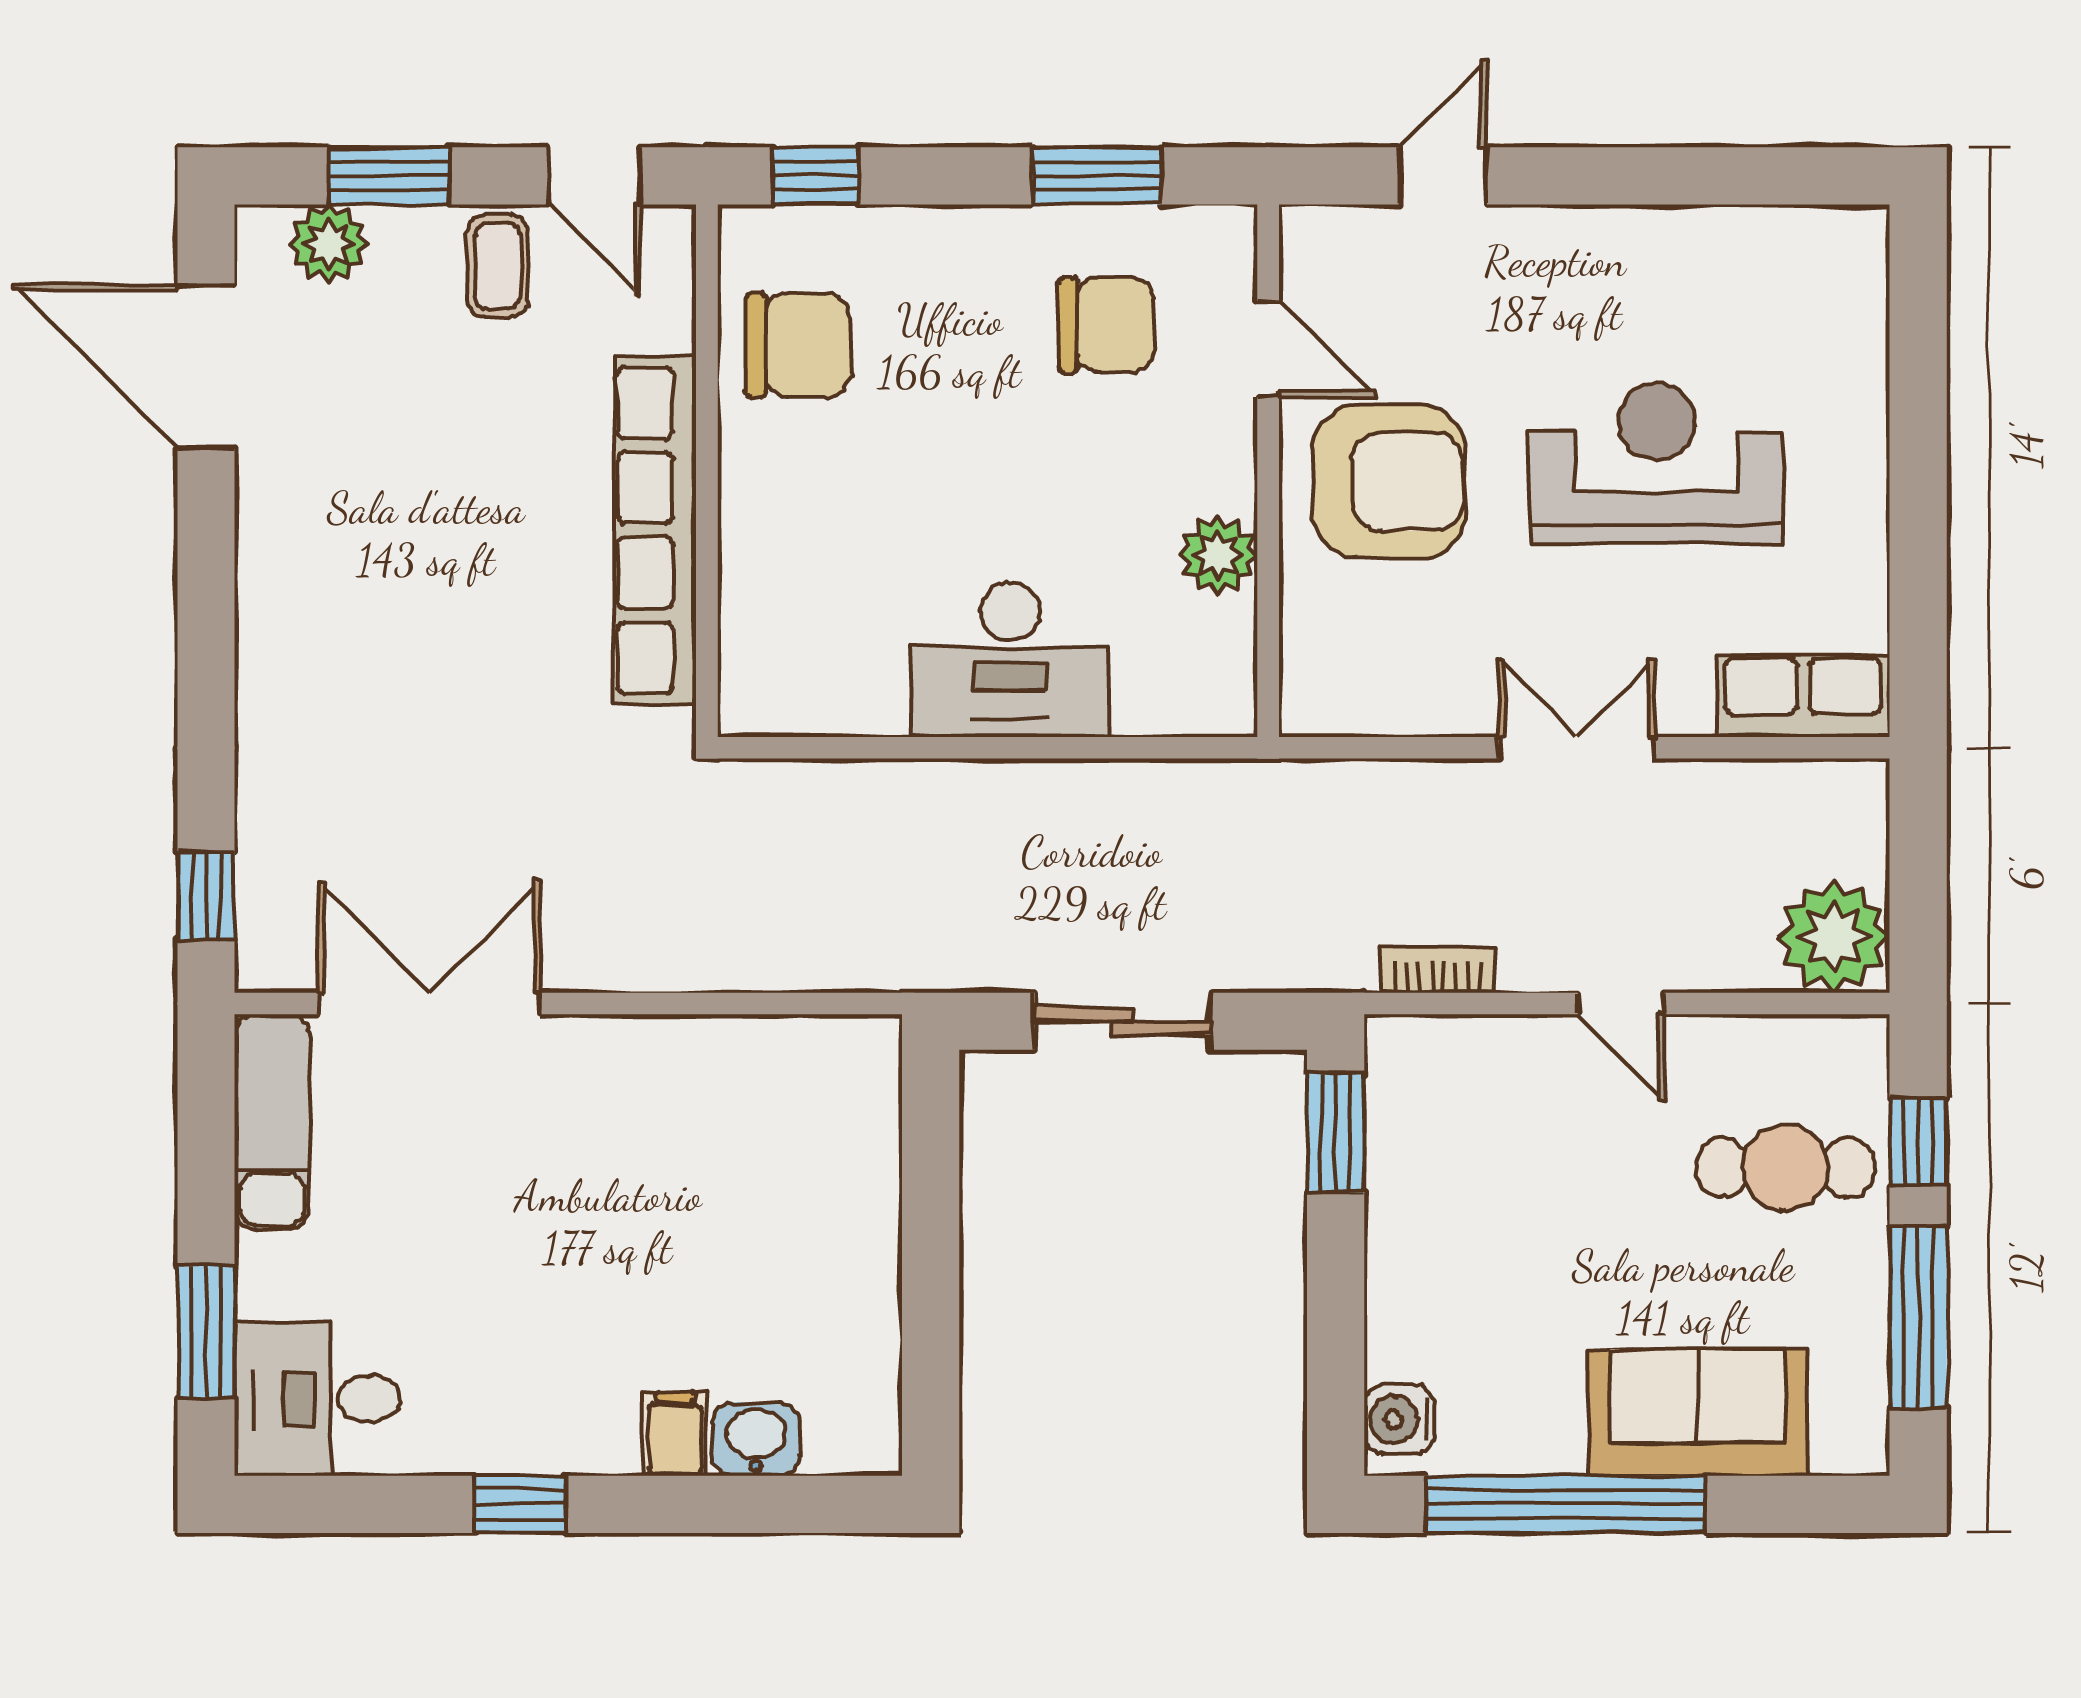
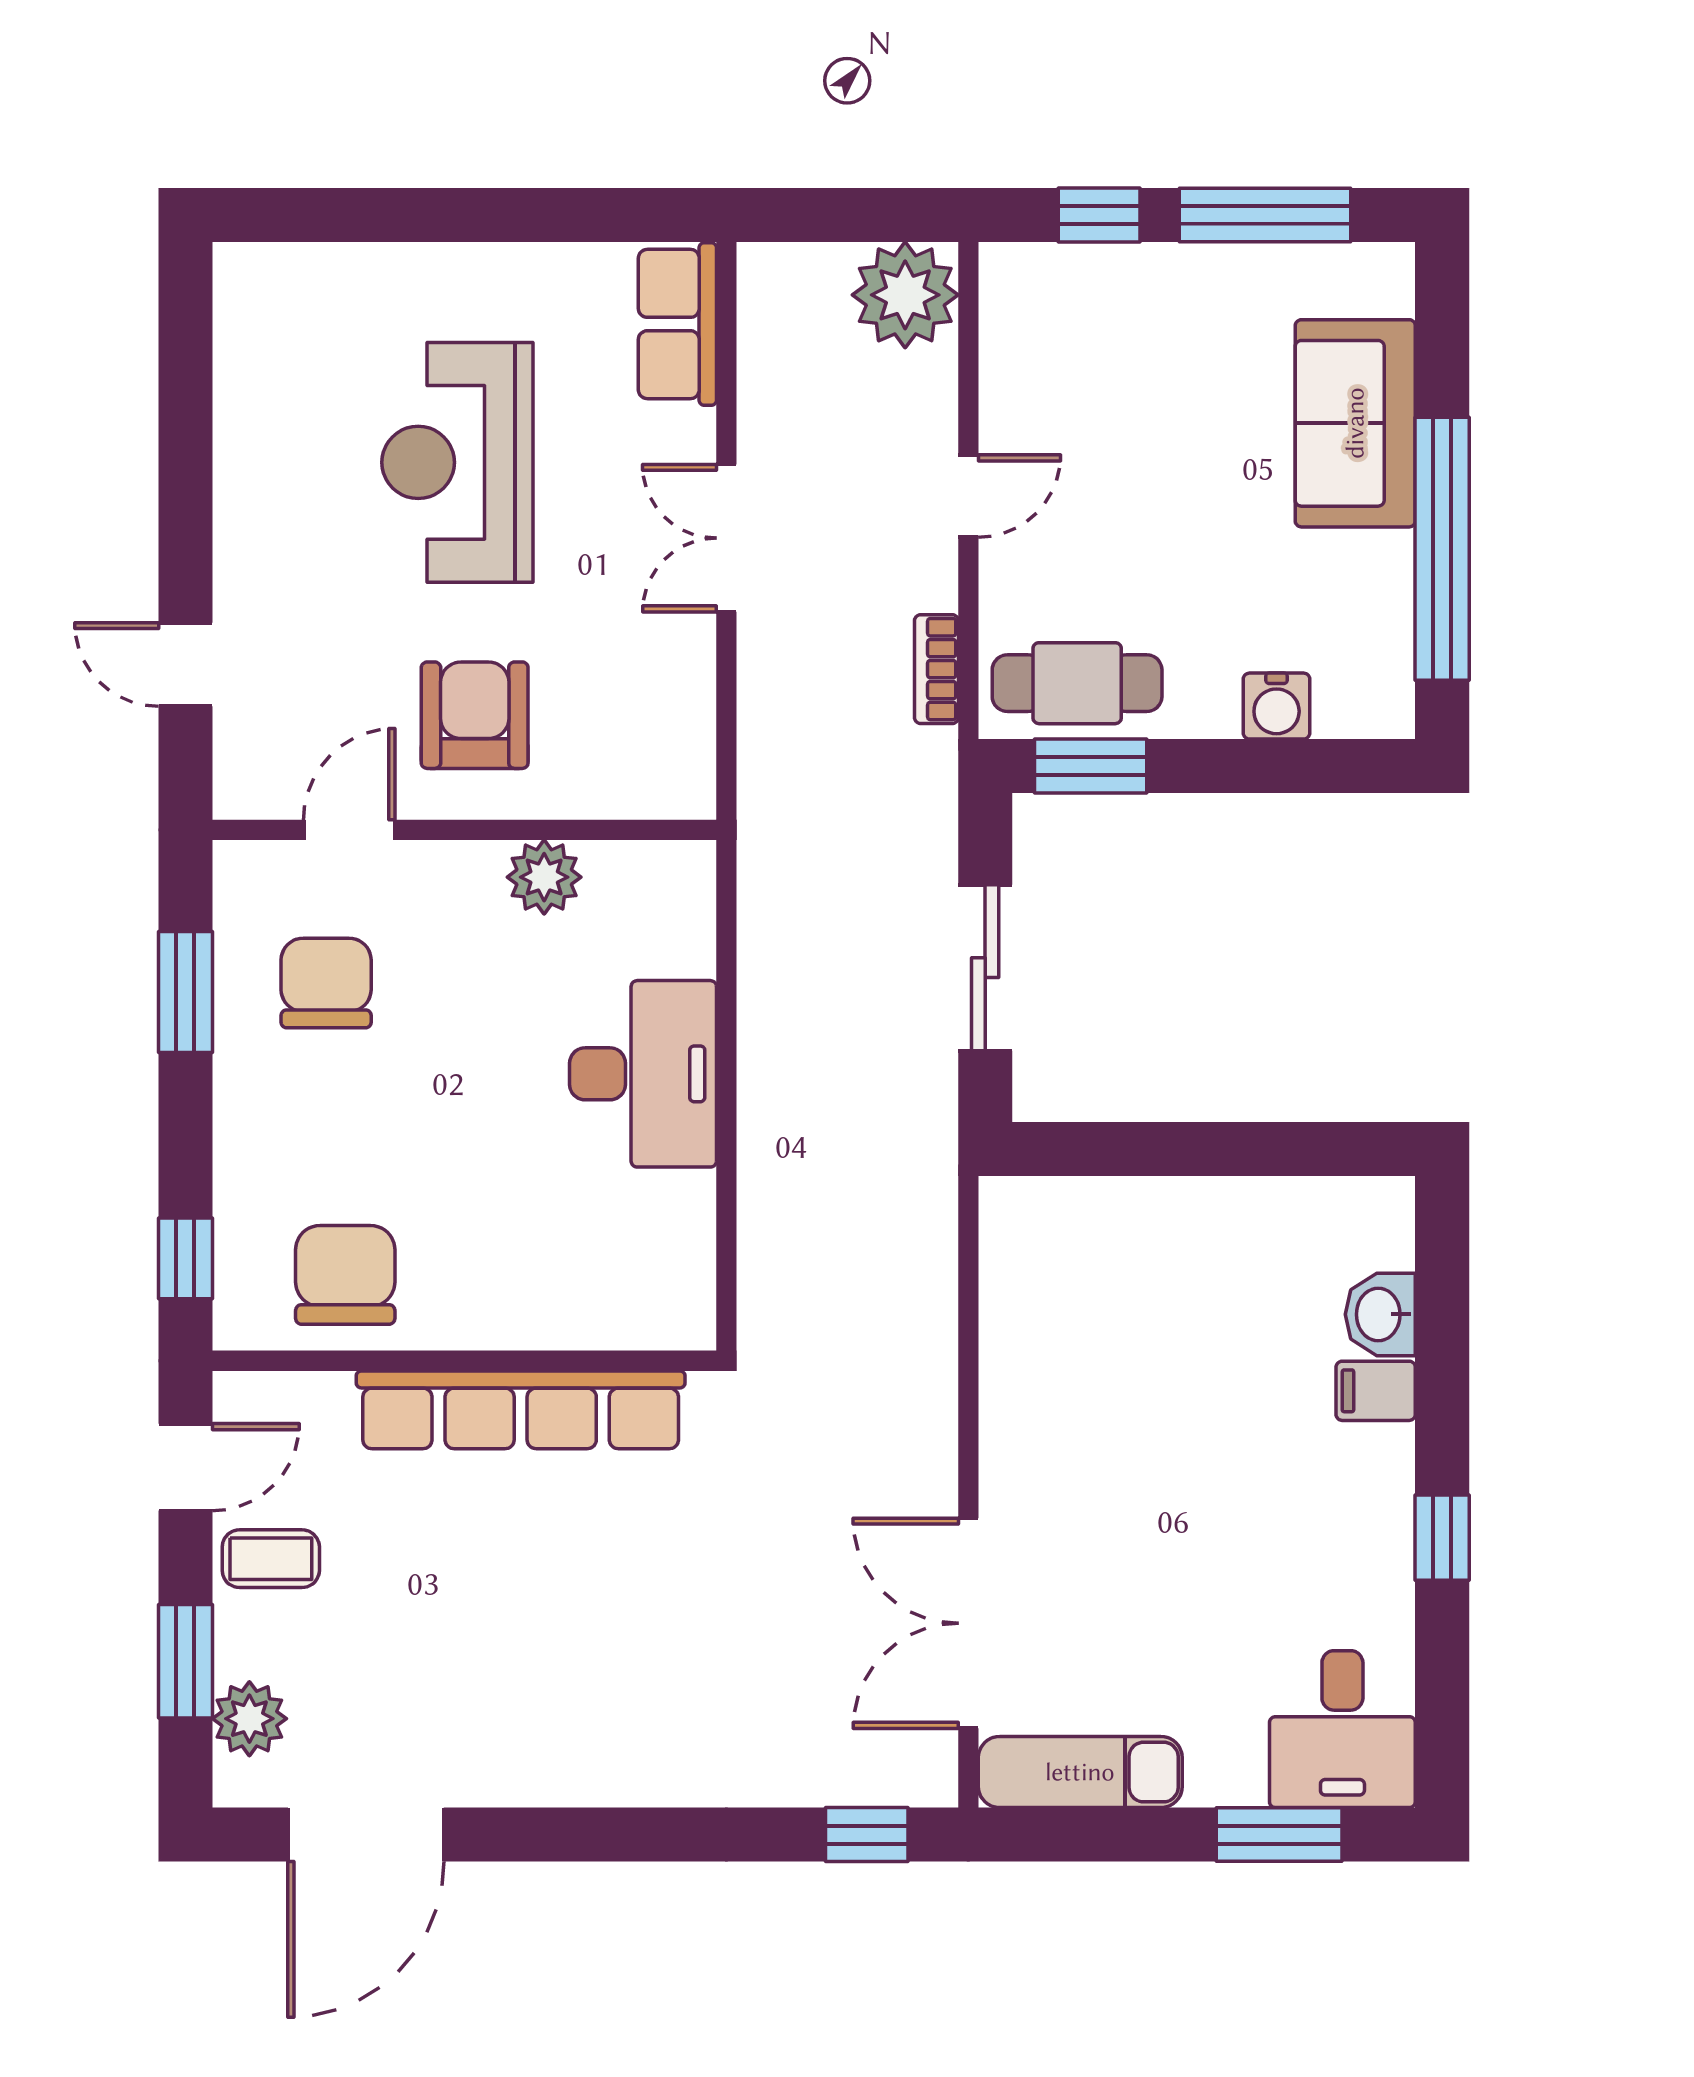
armchair: (1389, 482) -> (475, 715), width x0.73, depth x0.73
cafe table: (1785, 1167) -> (1077, 683), moved, turned 90
water cooler: (1399, 1419) -> (1277, 706), moved

